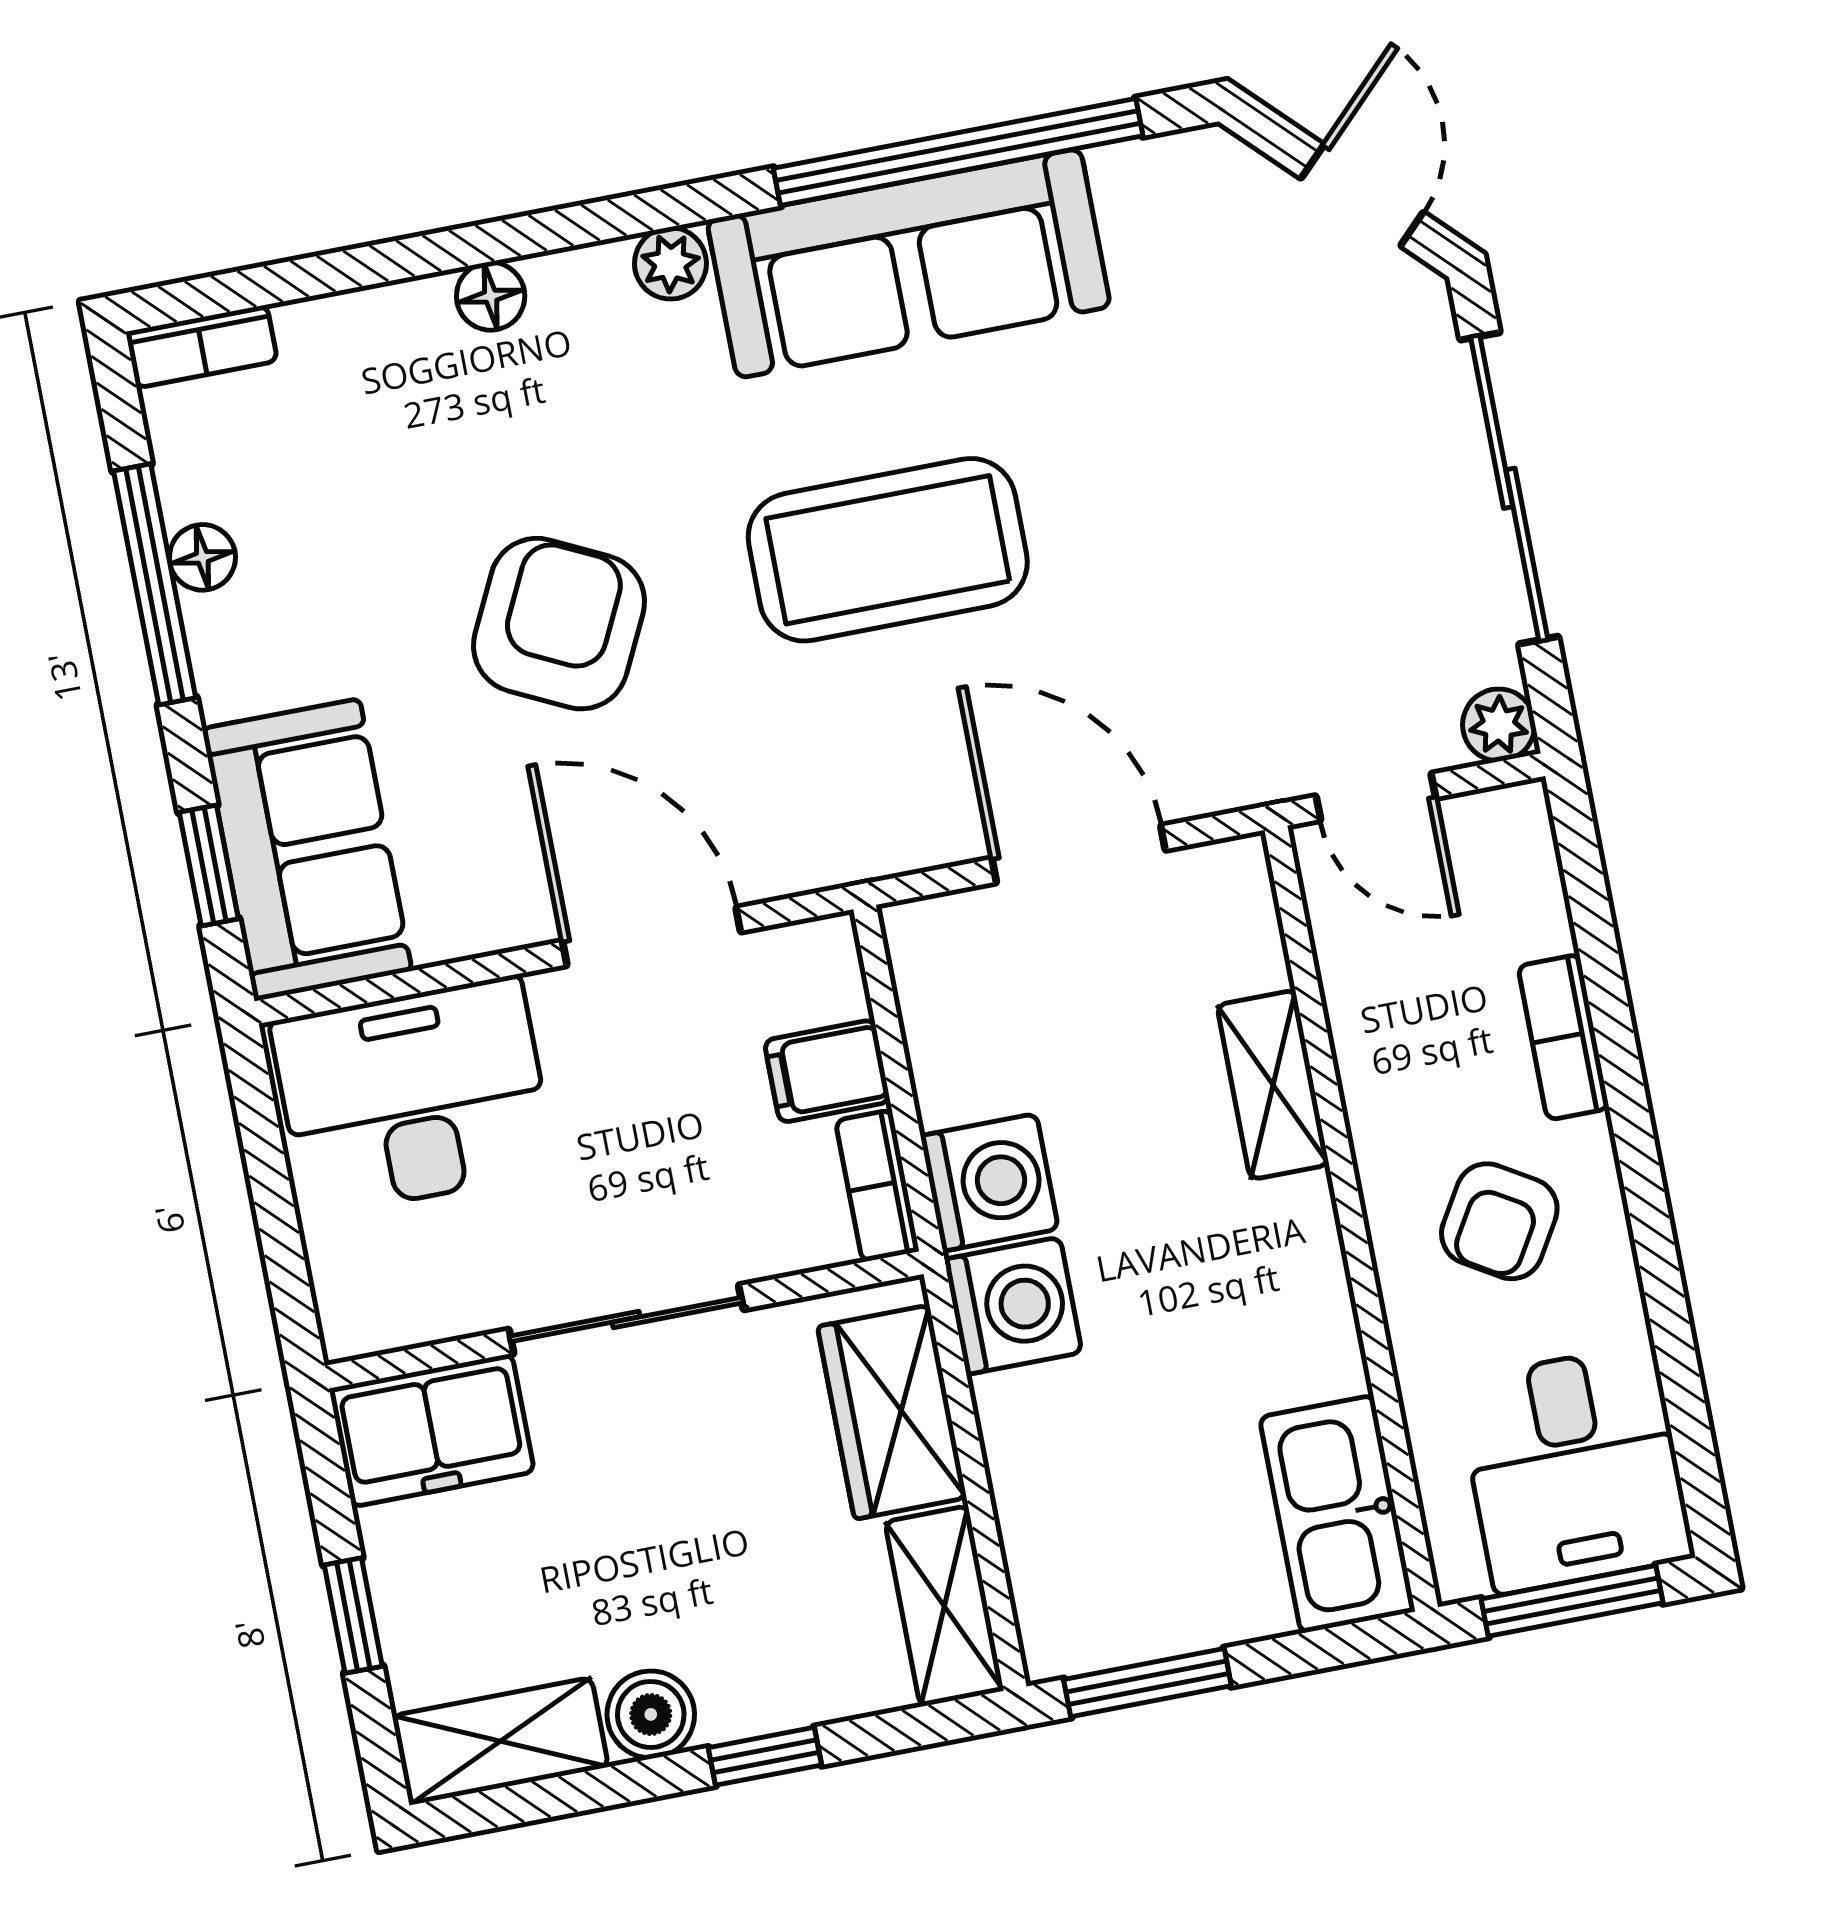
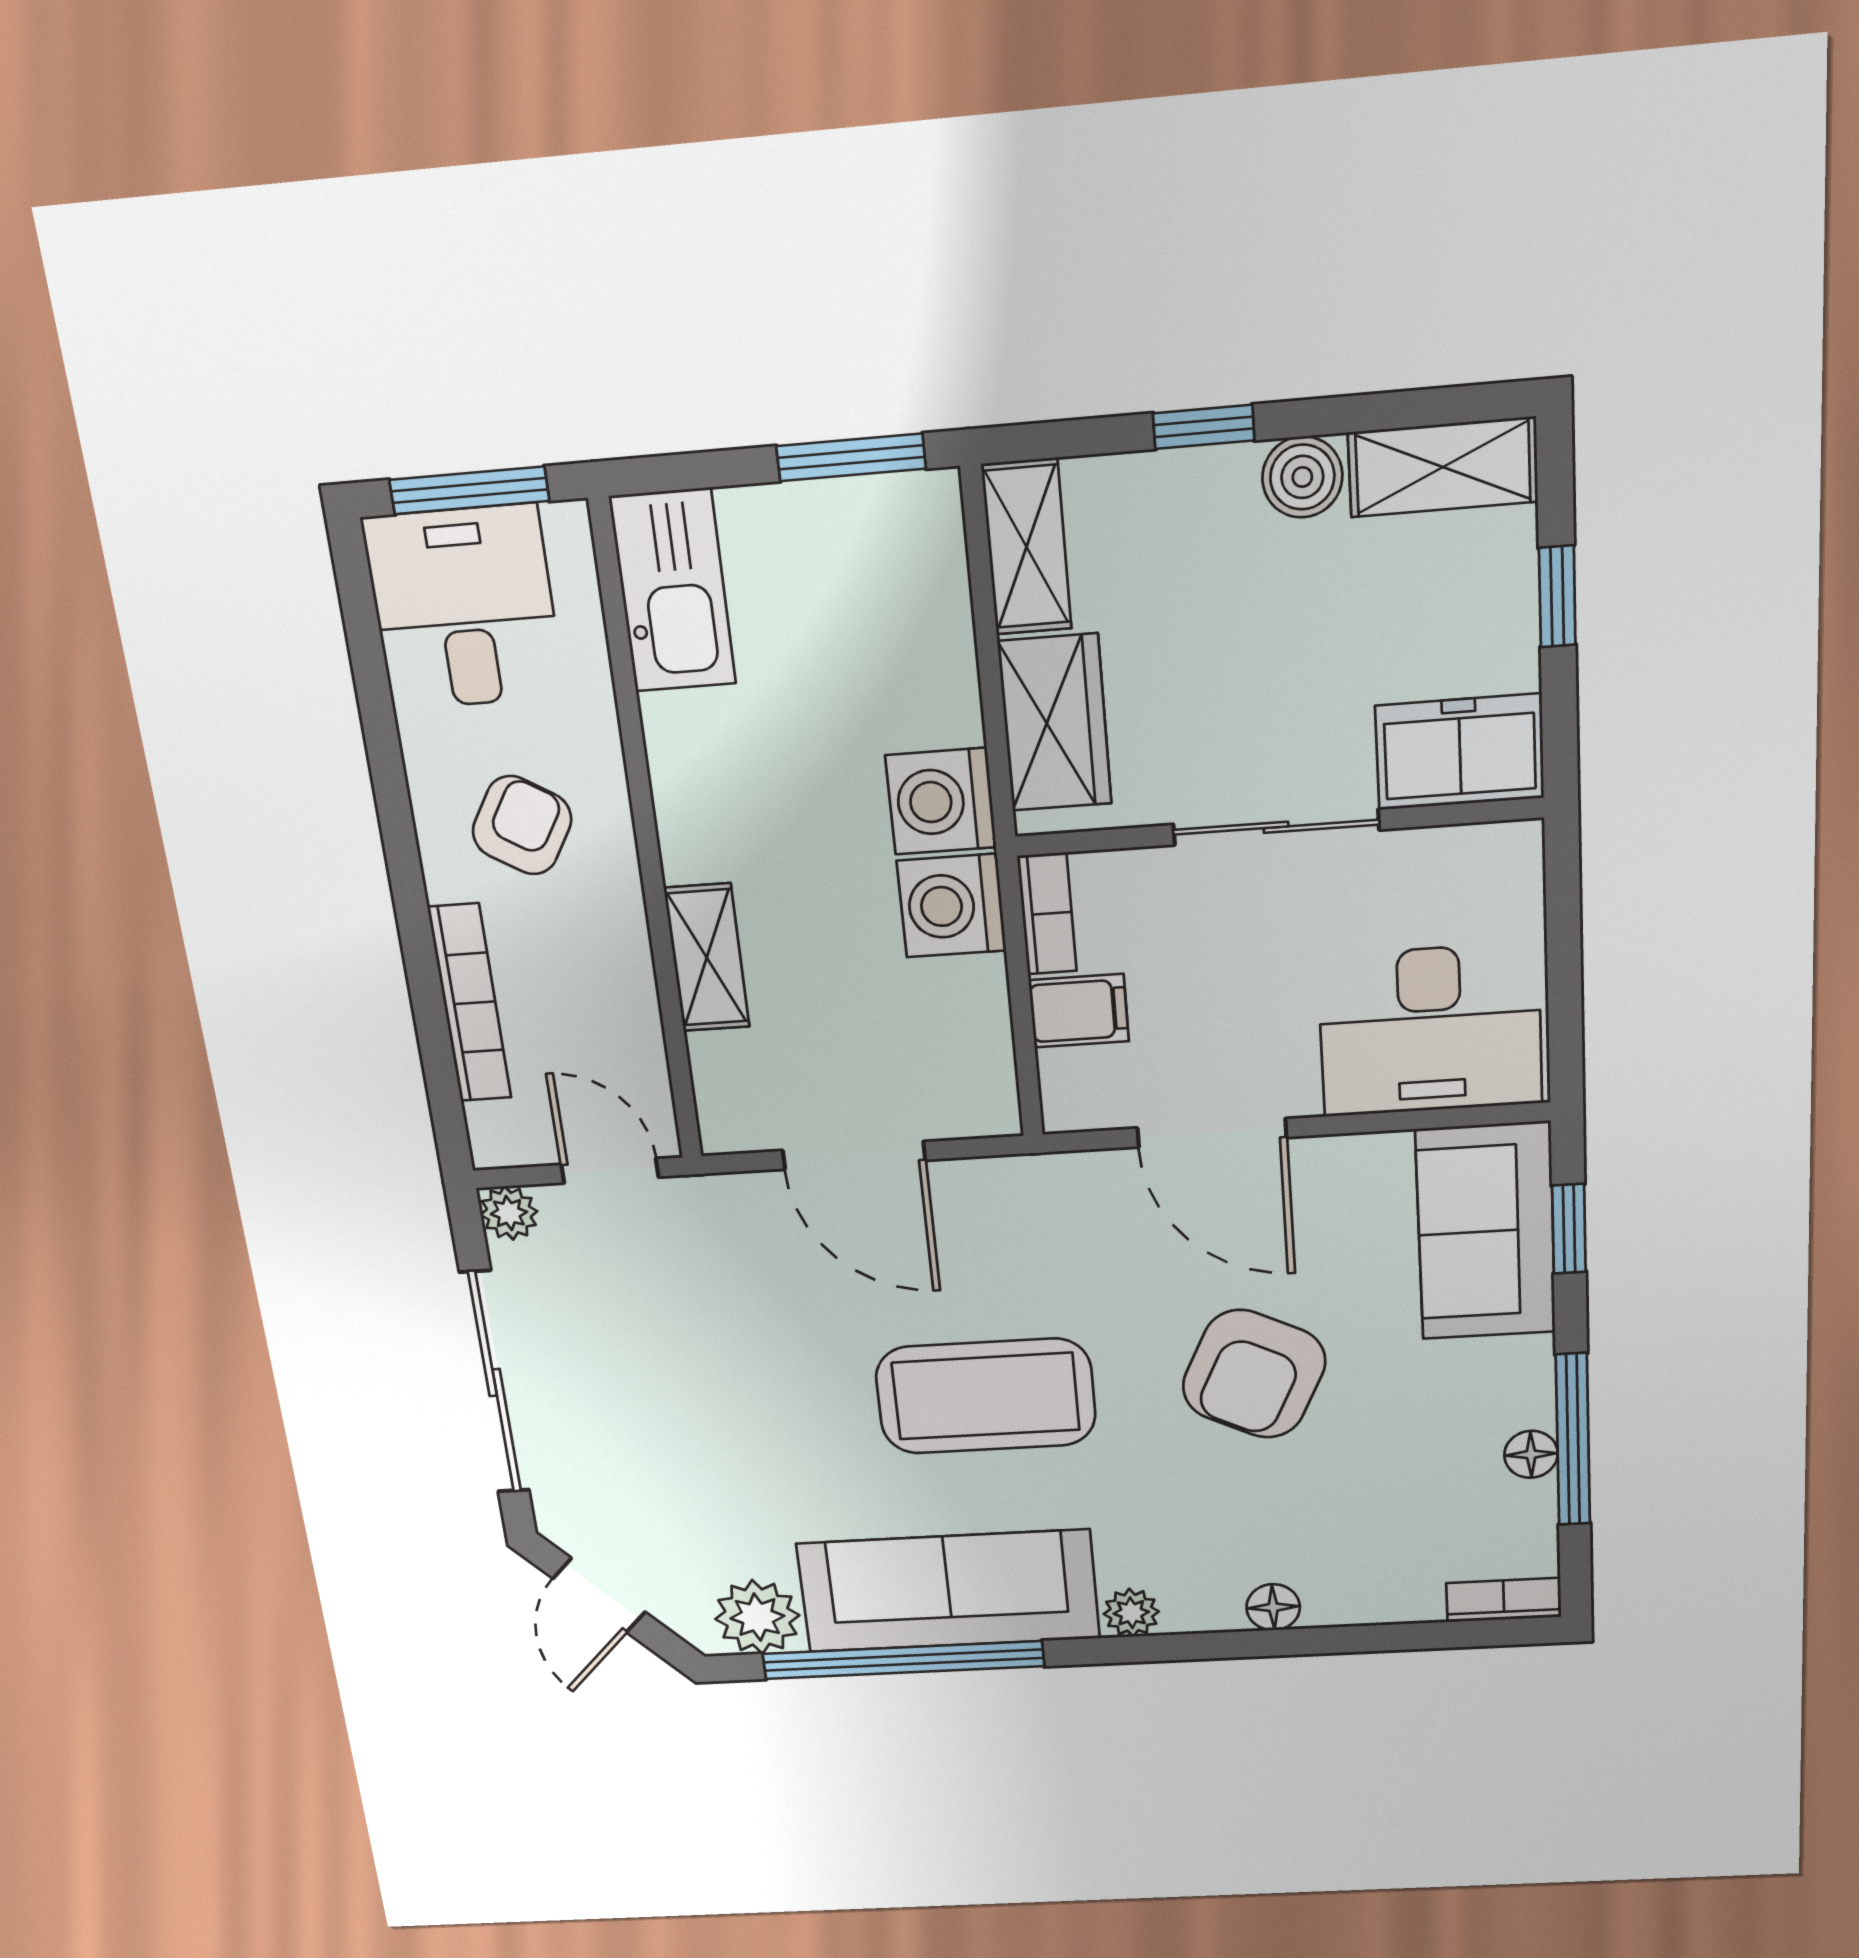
plant: (1153, 191) -> (757, 1617), added
bookcase: (1564, 1037) -> (470, 1003), width x1.56

